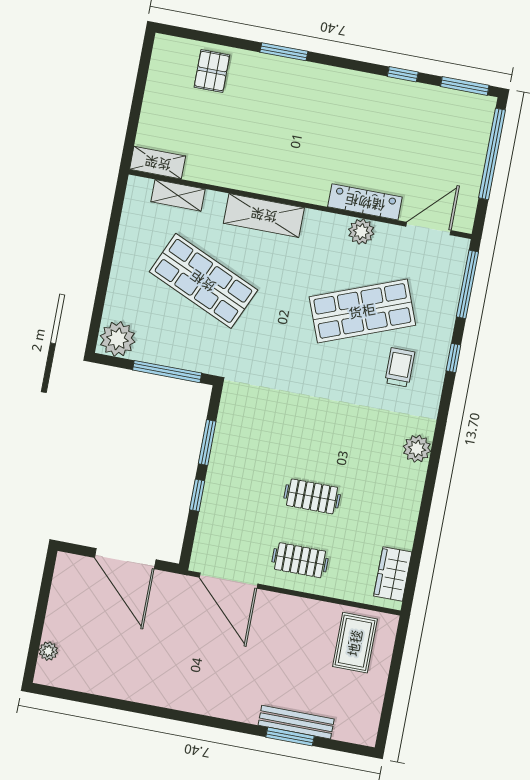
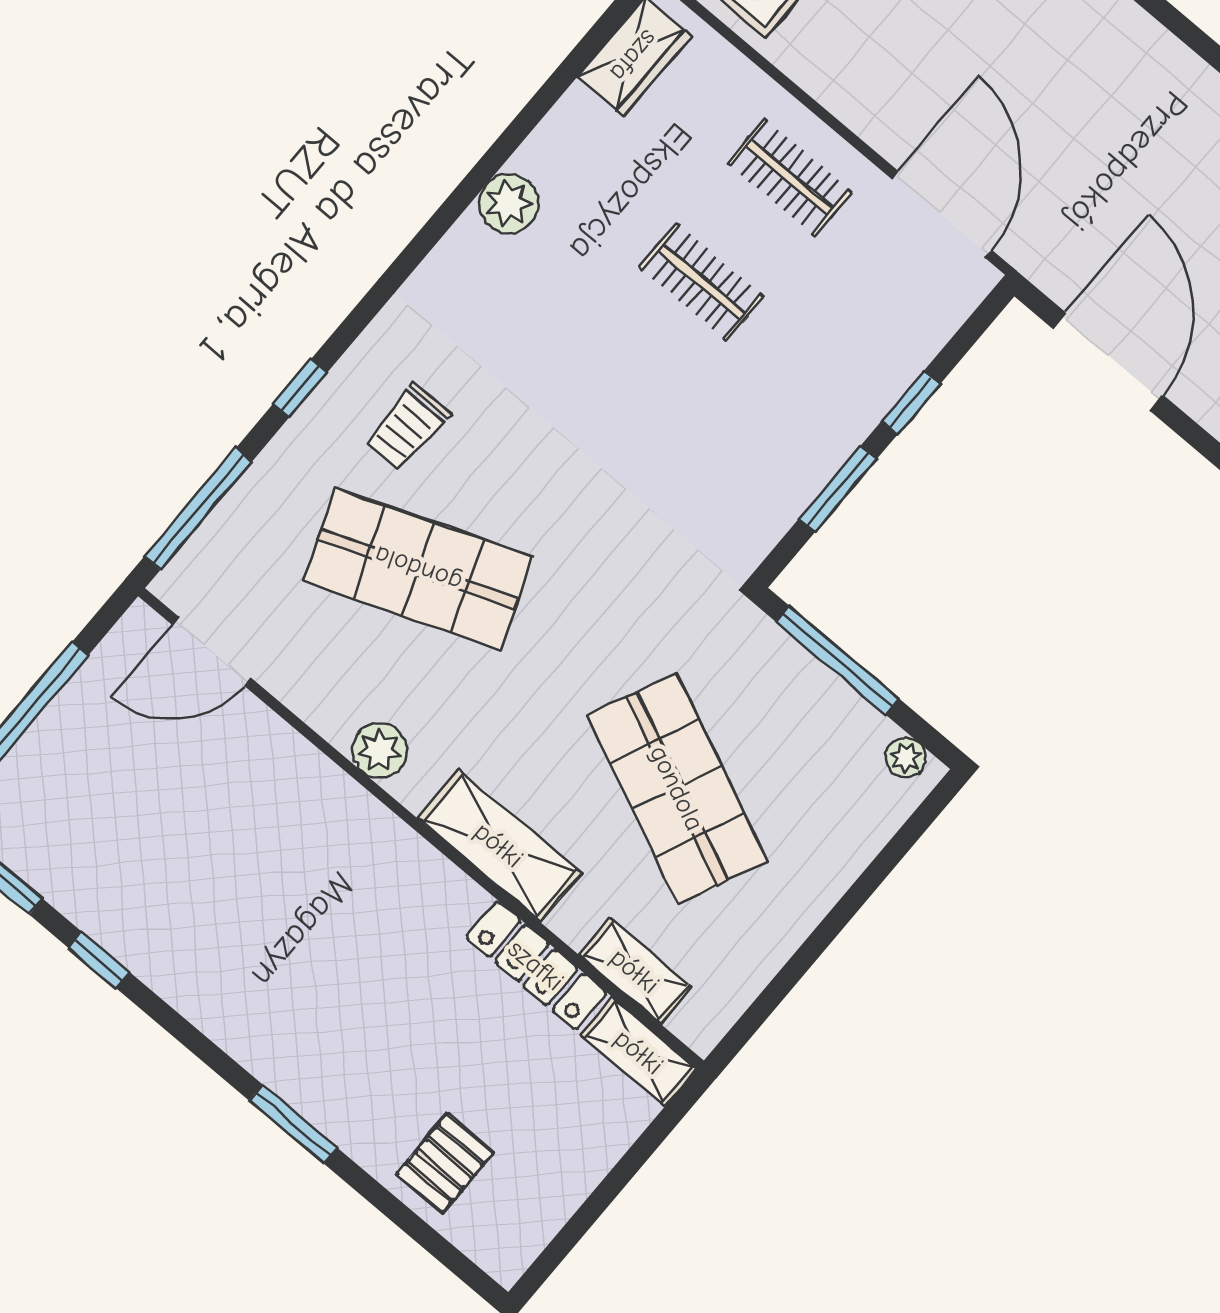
locker: (365, 202) -> (536, 965), moved
plant: (361, 232) -> (380, 750), moved
plant: (118, 339) -> (906, 758), width x0.53, depth x0.53
plant: (417, 449) -> (509, 204), moved

